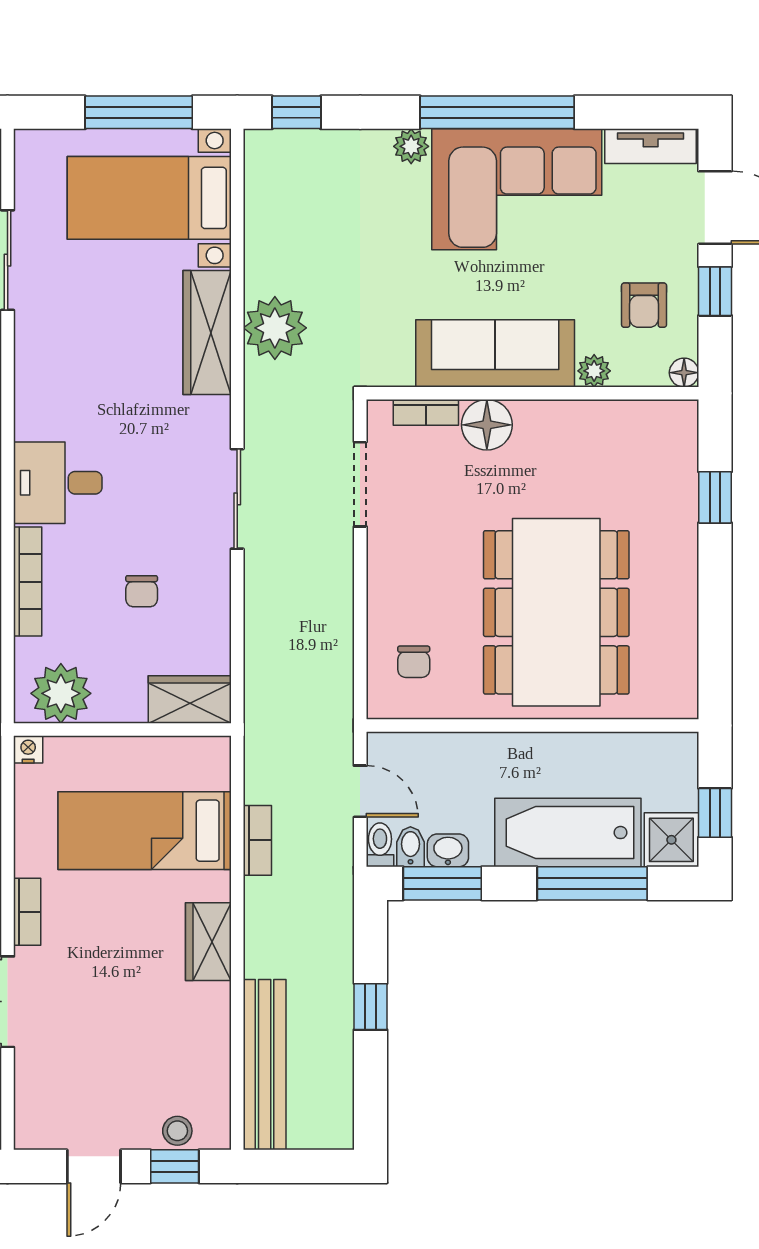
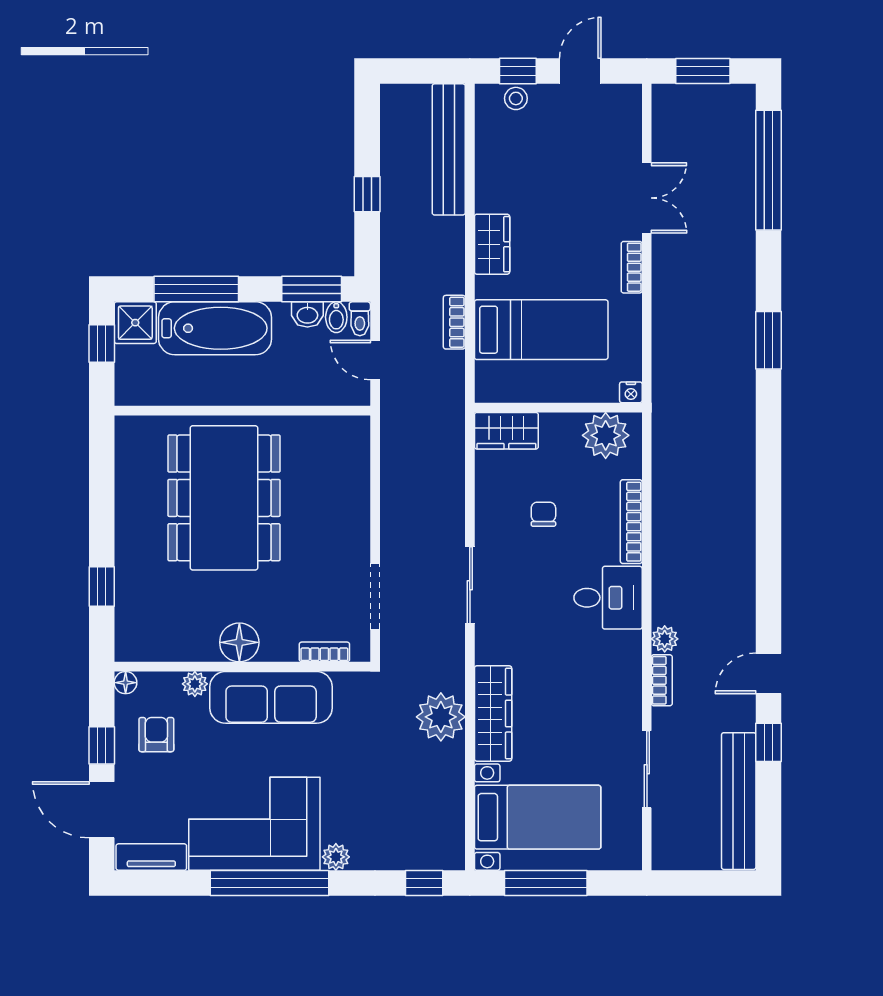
floor lamp: (487, 425) -> (239, 642), moved
chair: (414, 662) -> (334, 460), removed

